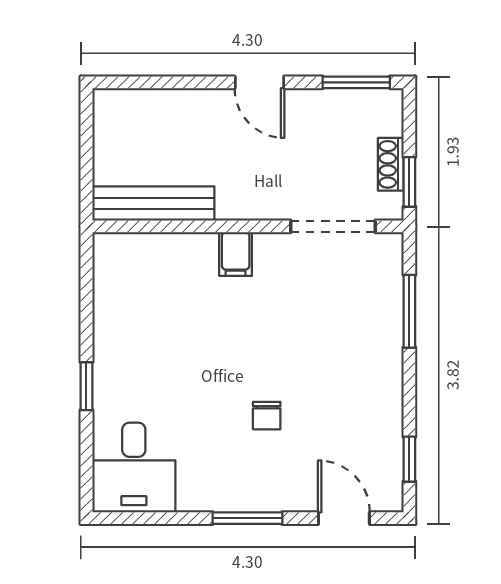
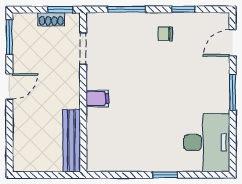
doorway: (333, 226) -> (83, 49), width x0.73
chair: (267, 416) -> (165, 34), moved, turned 180
window: (409, 459) -> (183, 9), moved
desk: (134, 468) -> (207, 143), width x1.37

